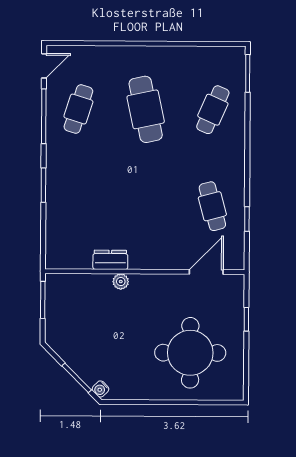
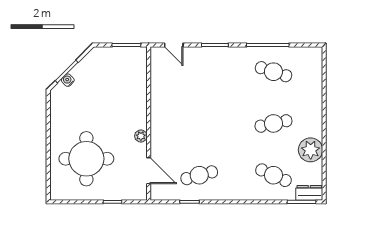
plant: (180, 61) -> (311, 150), added
door: (44, 66) -> (174, 45), moved
cafe table: (146, 109) -> (273, 123), width x0.73, depth x0.74
dresser: (110, 260) -> (309, 193), moved, turned -90
plant: (121, 282) -> (141, 136), moved
water cooler: (100, 389) -> (68, 80), moved

